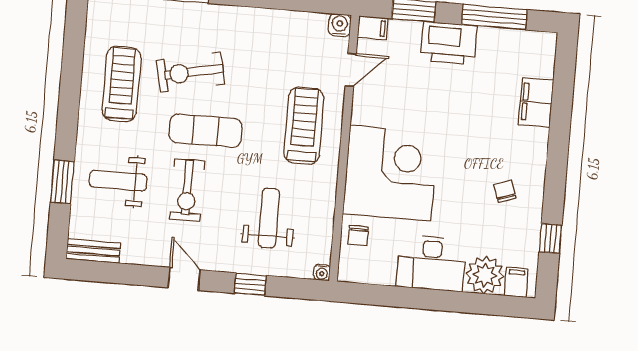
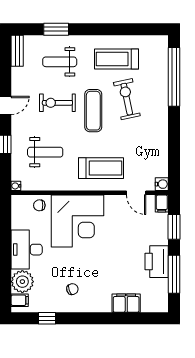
printer: (449, 43) -> (157, 262), moved
treadmill: (122, 84) -> (117, 59), turned 180
weight bench: (118, 181) -> (60, 62), turned -90

